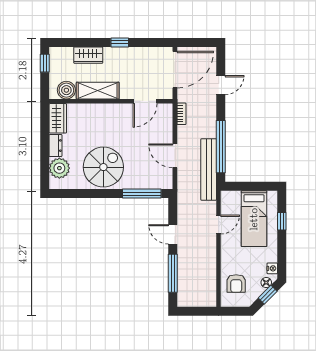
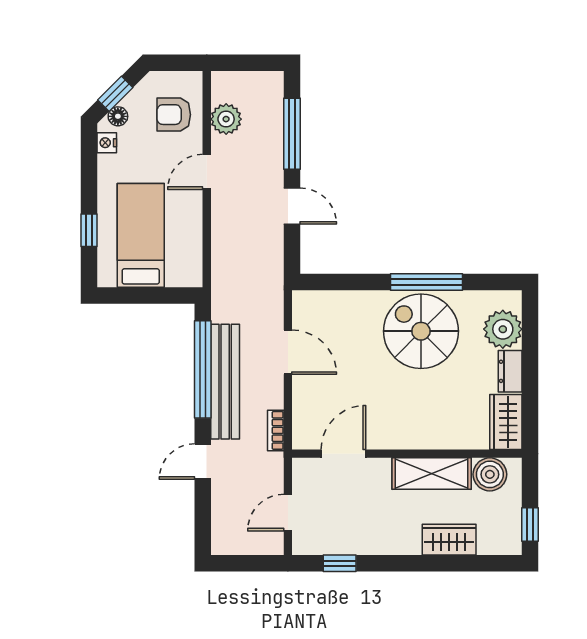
window: (120, 42) -> (340, 563), moved
door: (175, 70) -> (288, 513), width x0.53
door: (221, 85) -> (203, 462), moved
spiral stairs: (103, 167) -> (421, 331), turned 90
bench: (209, 169) -> (225, 382), moved
window: (142, 194) -> (427, 282), moved
door: (219, 225) -> (207, 172), moved
plant: (208, 281) -> (226, 119), added
armchair: (236, 283) -> (174, 115), turned -90

